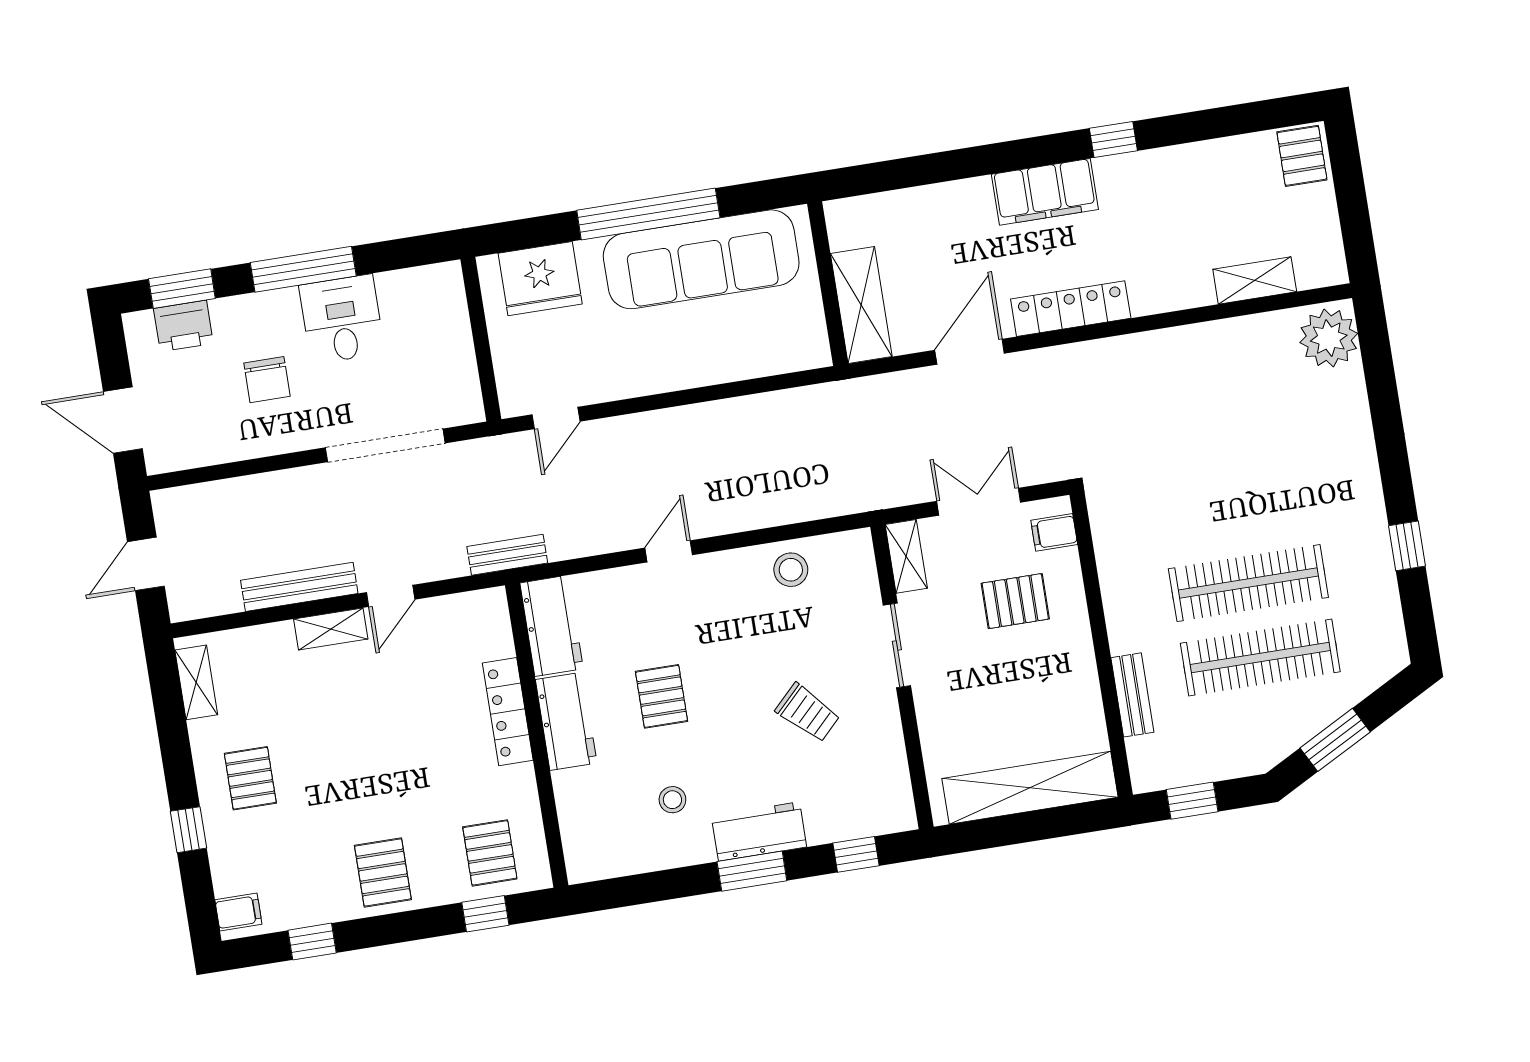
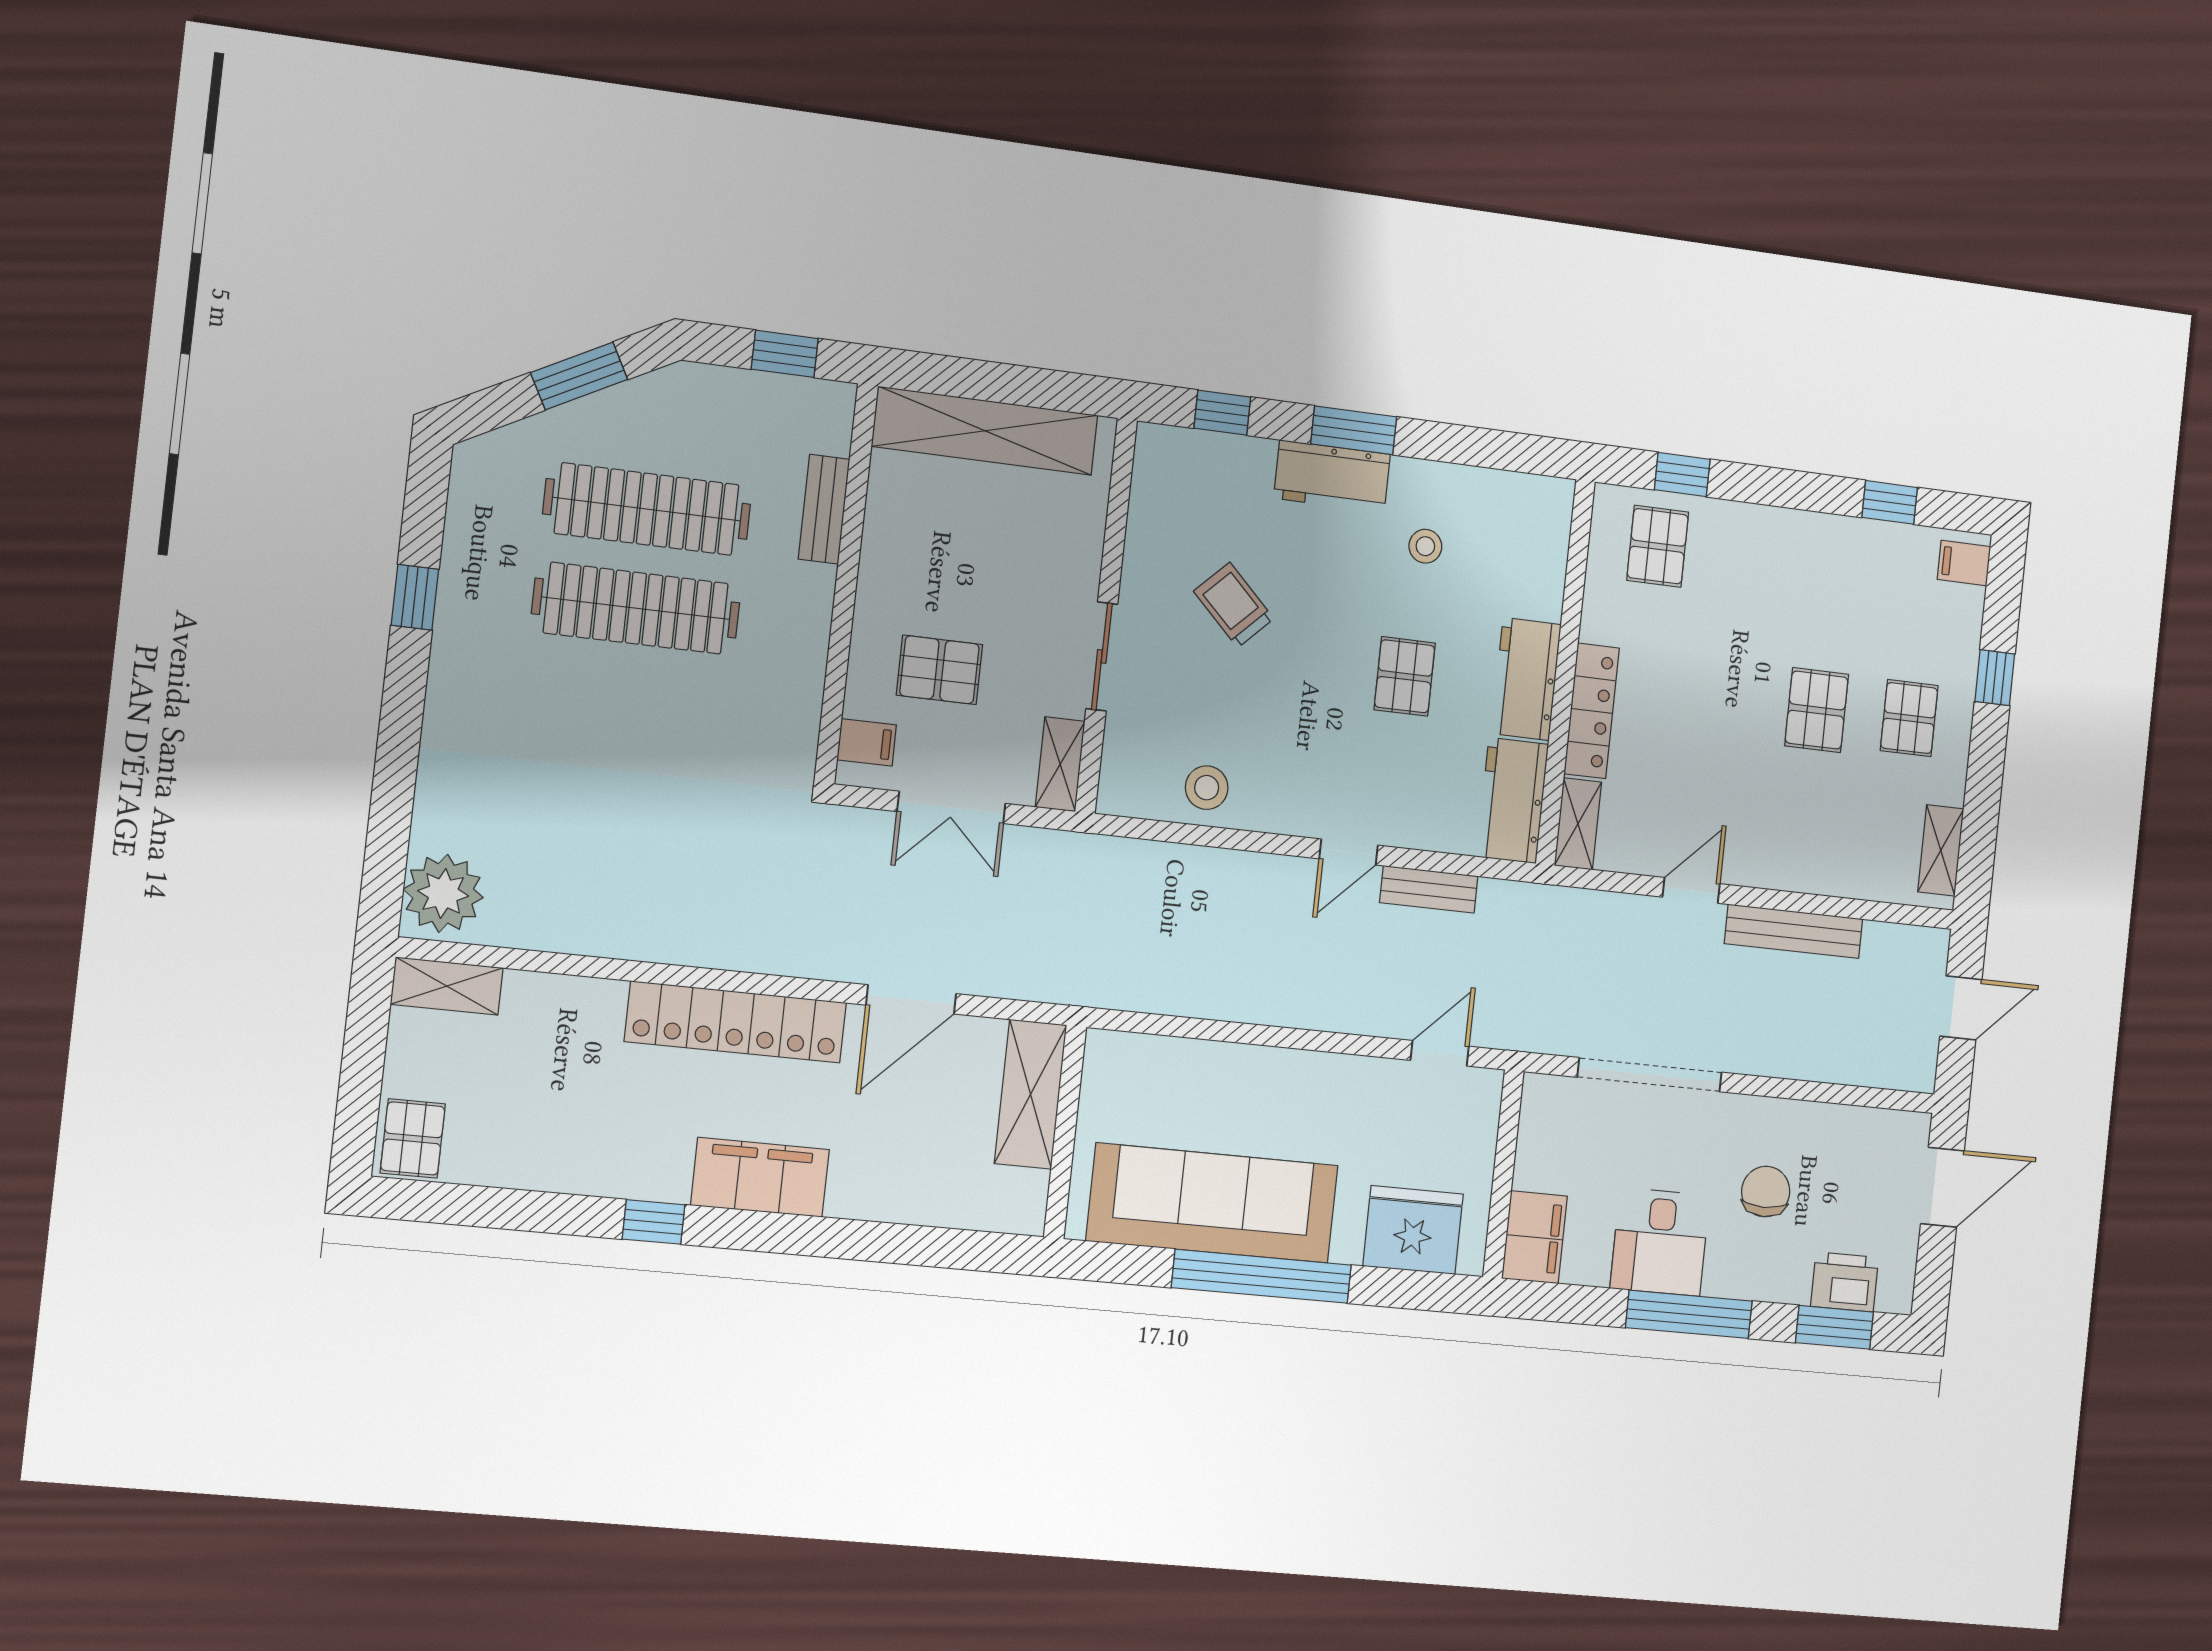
shelving: (1255, 280) -> (447, 986), moved
filing cabinet: (443, 297) -> (1534, 1237), added
locker: (1071, 309) -> (736, 1022), width x1.41, depth x1.21
door: (123, 420) -> (1942, 1187), hinge flipped
bench: (507, 555) -> (1429, 889), moved
shelving: (331, 629) -> (1578, 824), moved, turned 90
pallet: (383, 872) -> (1817, 710), moved

